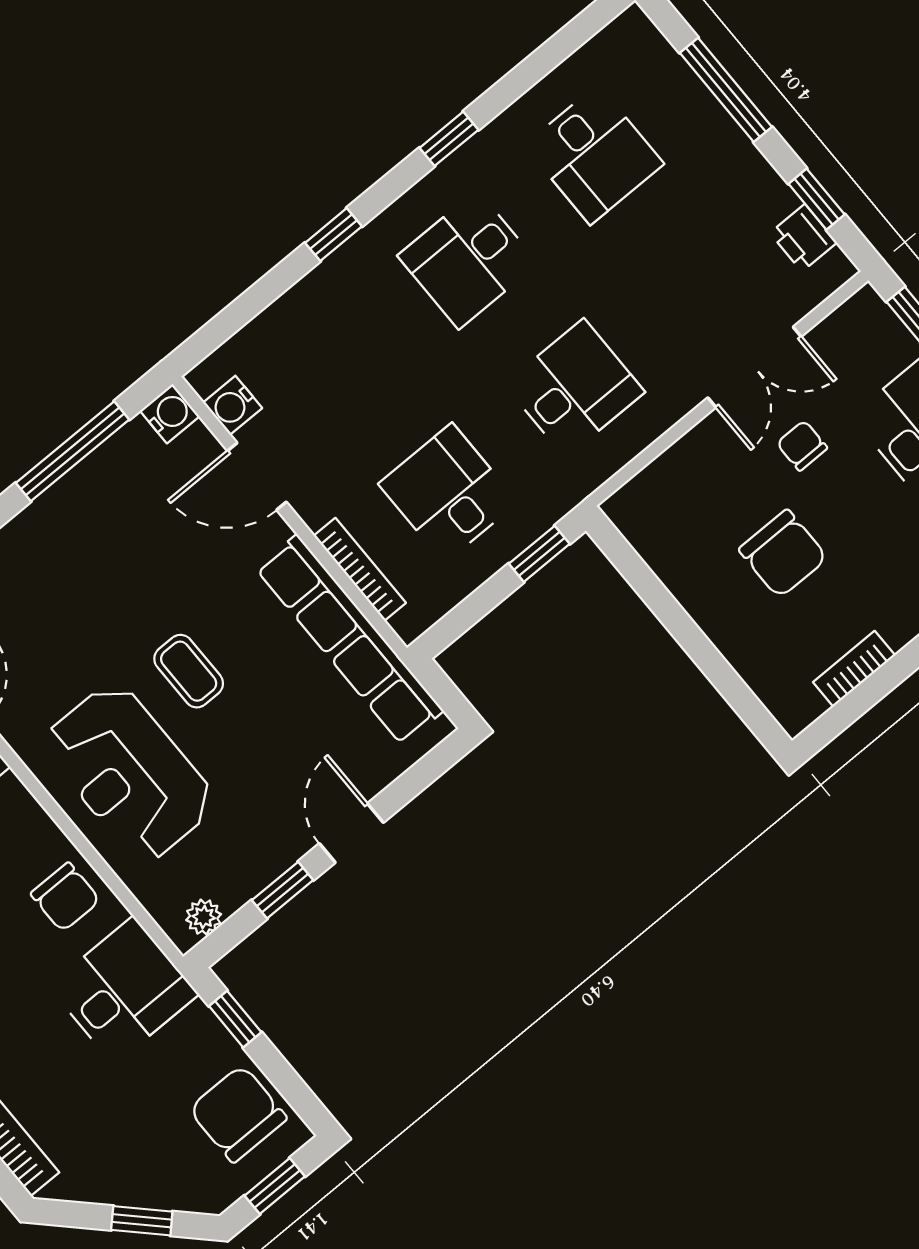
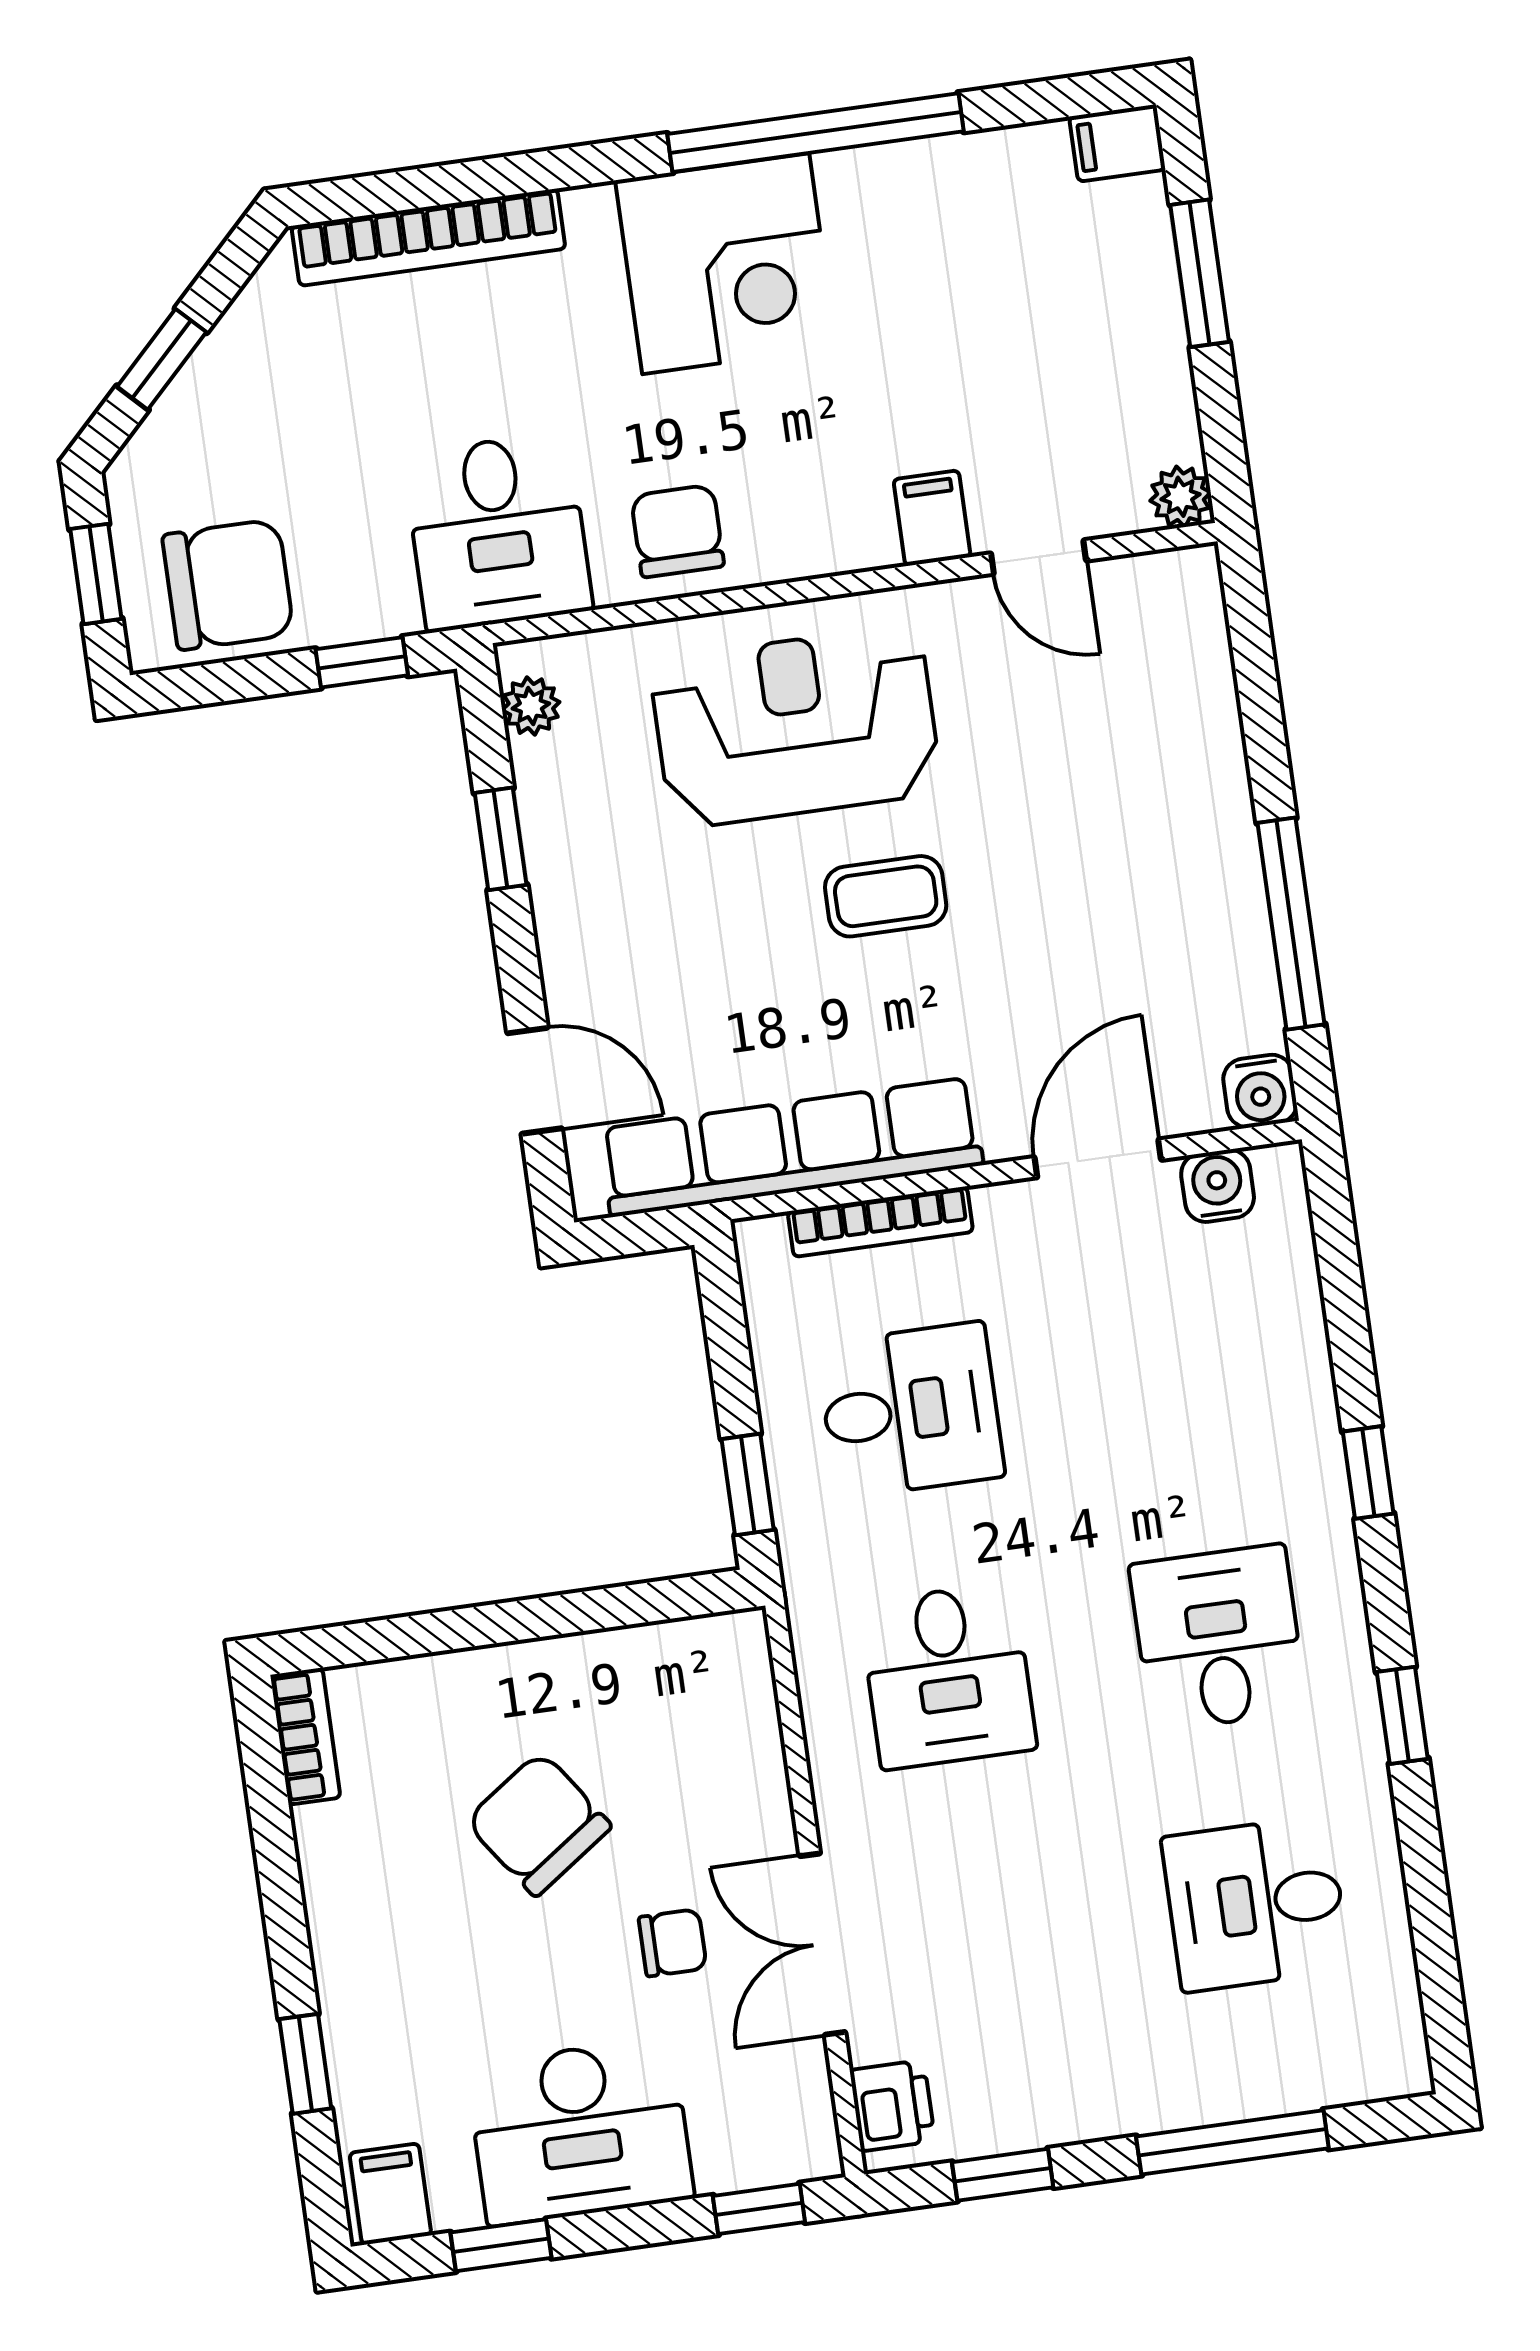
printer: (803, 238) -> (892, 2106), moved, turned 90
chair: (783, 554) -> (538, 1824), turned 55
bookcase: (854, 669) -> (305, 1736), moved
door: (351, 833) -> (535, 1081), moved
chair: (65, 897) -> (677, 531), turned 90

